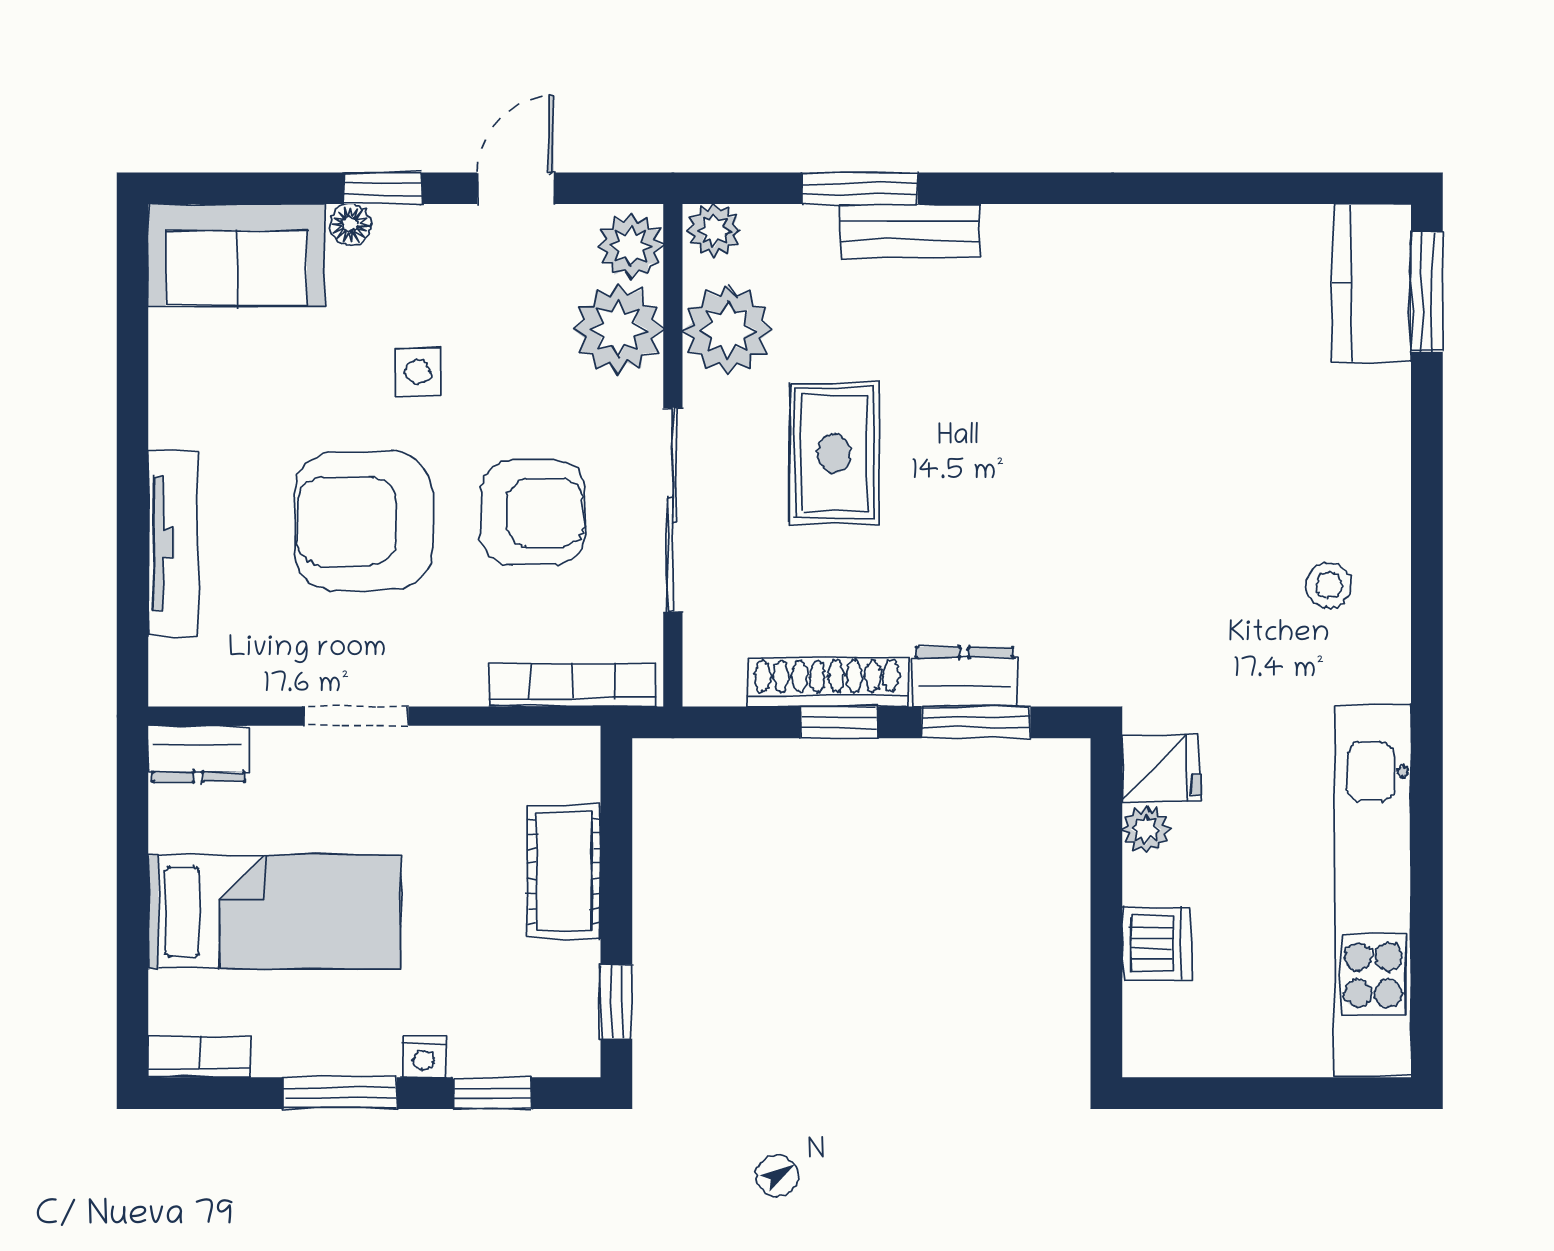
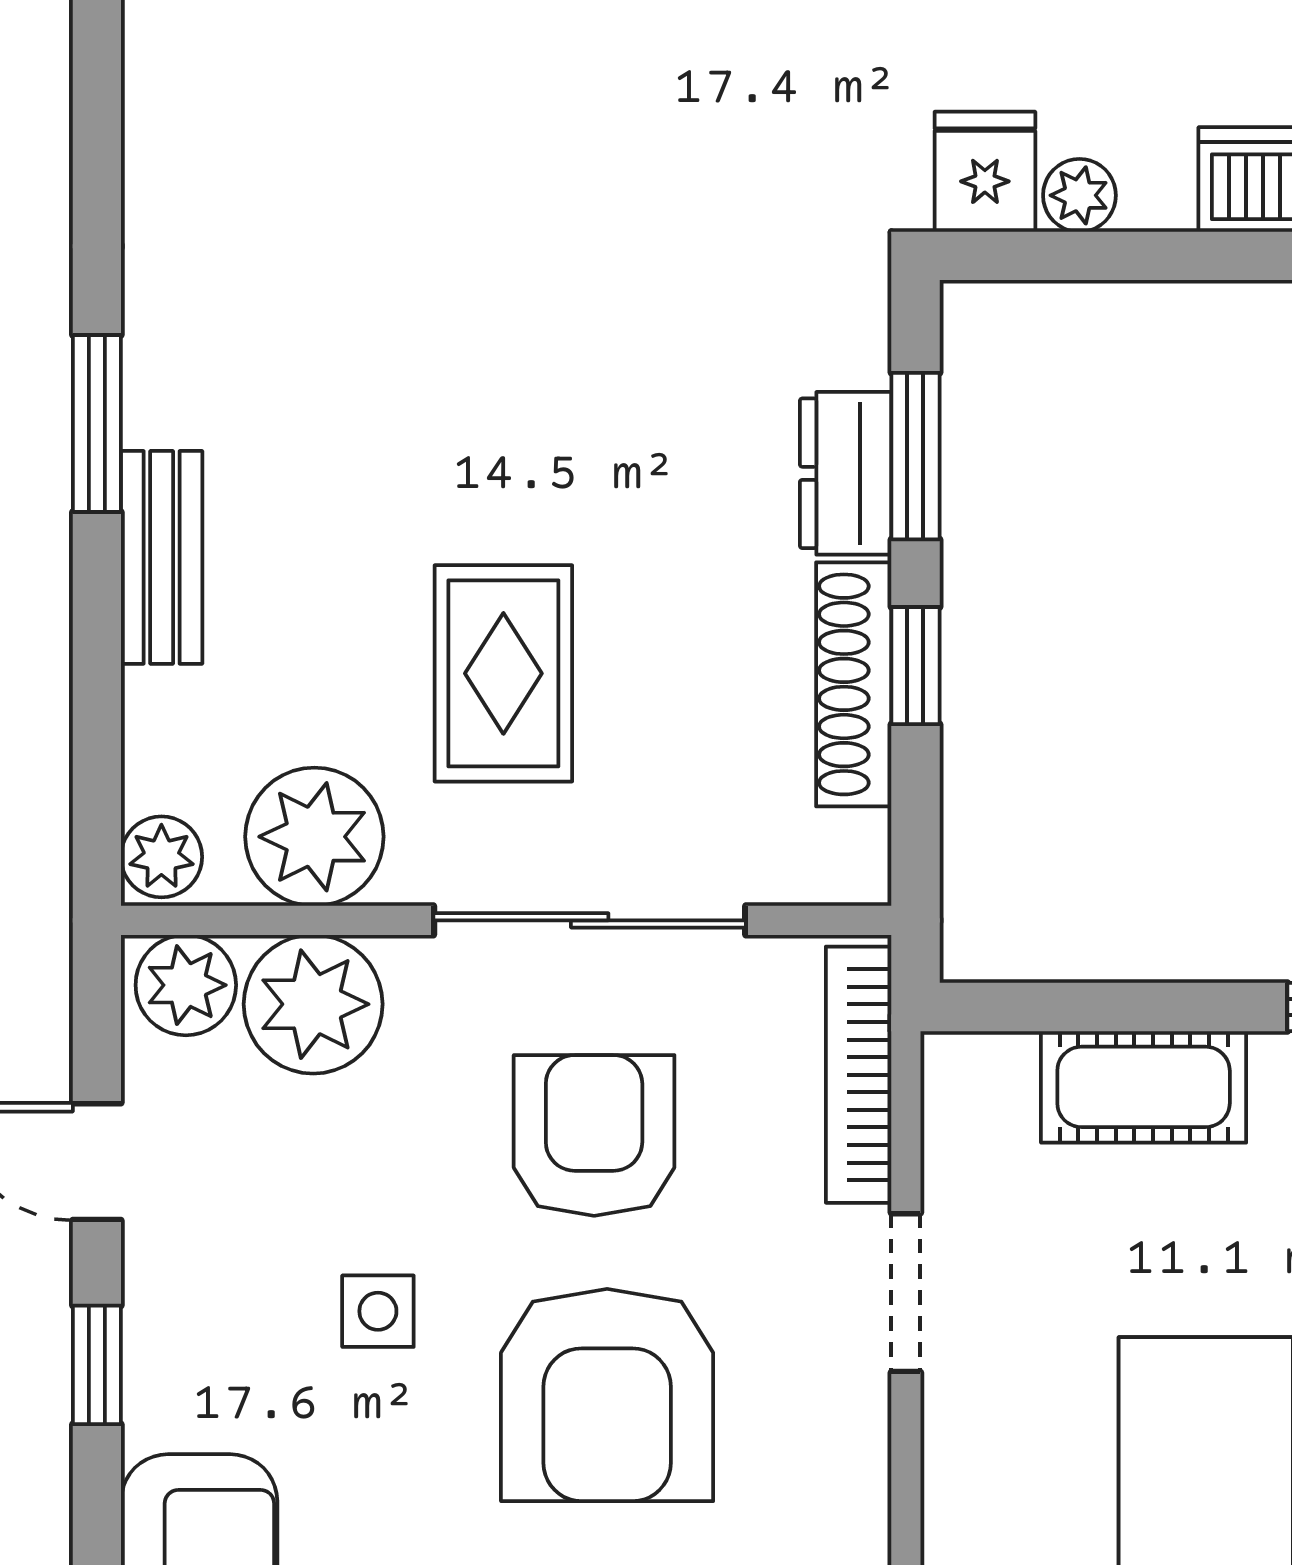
window: (860, 188) -> (97, 424), moved
floor lamp: (350, 225) -> (153, 1415), removed
rug: (834, 453) -> (503, 673), turned 90
doorway: (356, 716) -> (906, 1293), moved

